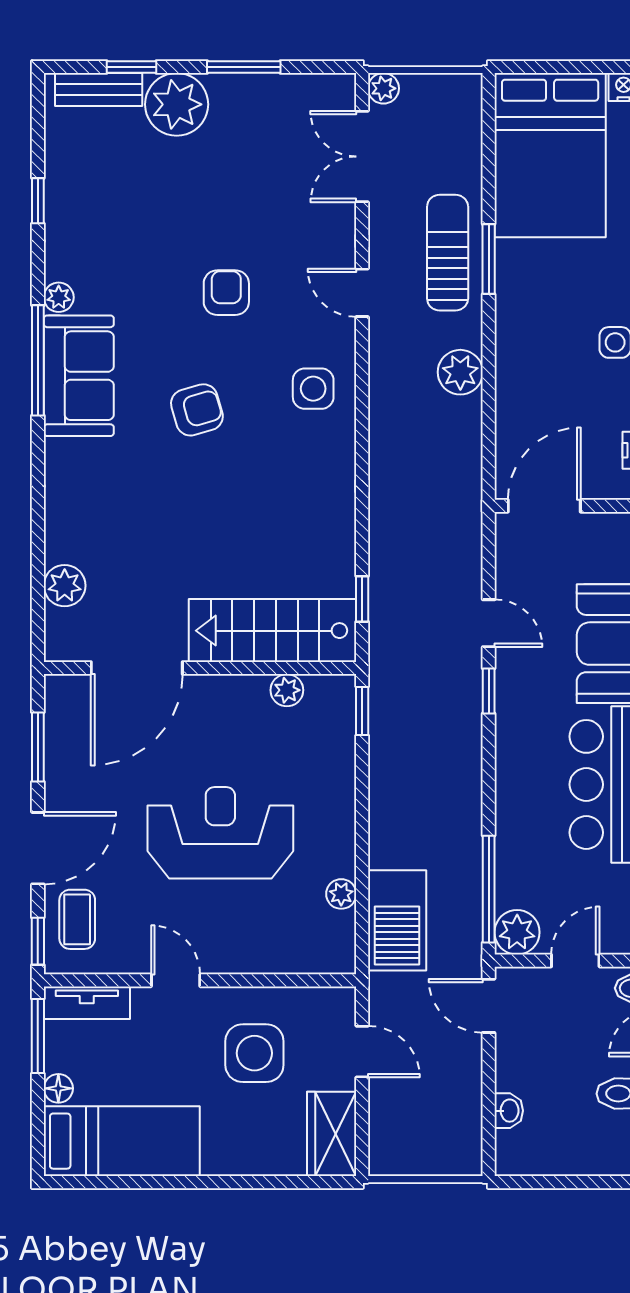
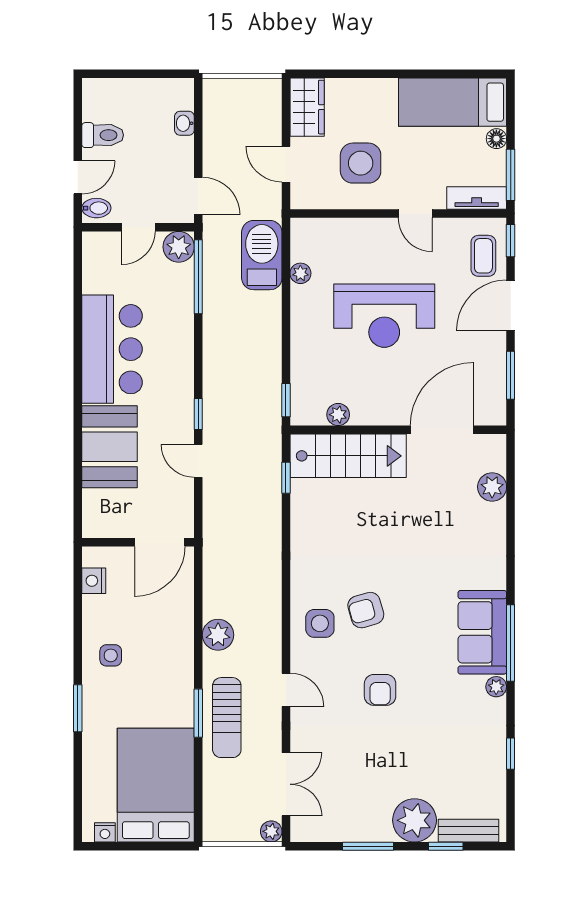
armchair: (197, 410) -> (366, 610), moved

